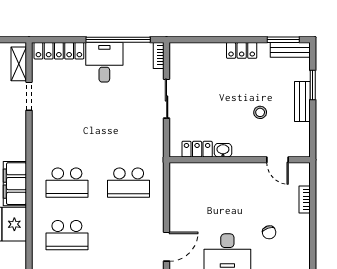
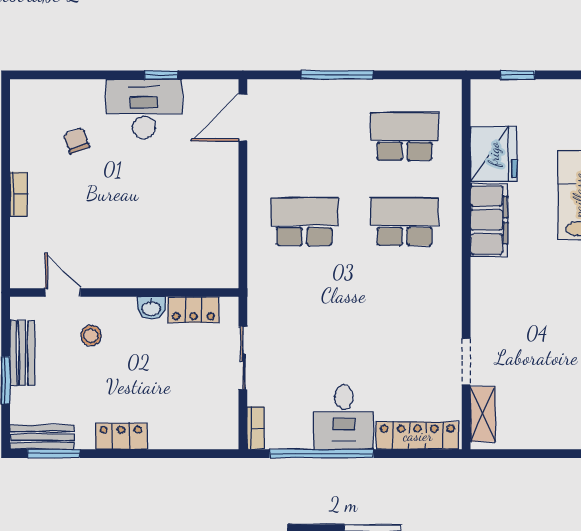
locker: (197, 149) -> (193, 310), moved
washbasin: (223, 150) -> (151, 308), moved
wall: (240, 160) -> (124, 293), moved
door: (278, 160) -> (63, 293), moved

